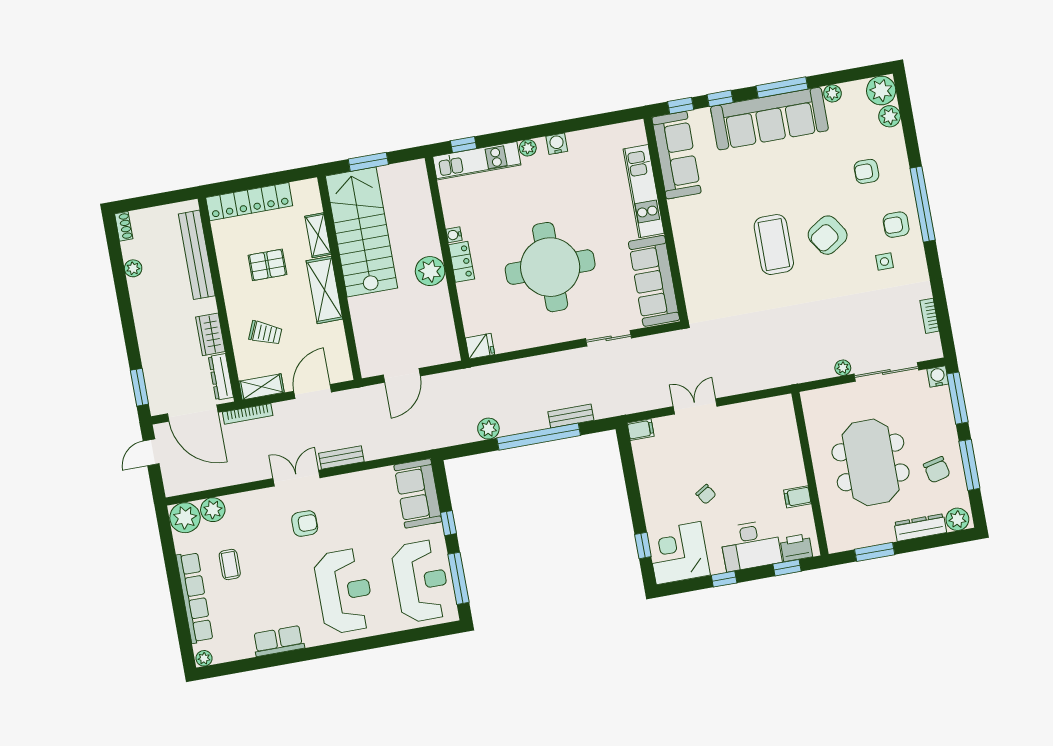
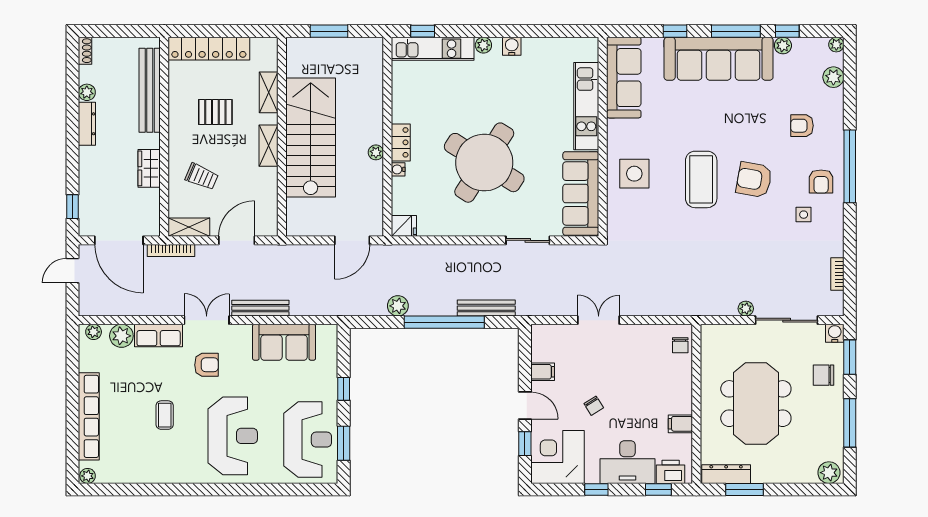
plant: (881, 91) -> (836, 45), width x0.53, depth x0.53
window: (681, 106) -> (787, 31), moved
armchair: (896, 225) -> (821, 181), turned -90
stairs: (361, 232) -> (311, 138), moved
water cooler: (454, 235) -> (398, 169), moved
armchair: (828, 235) -> (754, 180), turned 43
side table: (705, 251) -> (634, 174), added
round table: (550, 267) -> (484, 163), turned 32
plant: (430, 271) -> (376, 152), width x0.53, depth x0.53
shelving: (324, 290) -> (268, 146), width x0.67, depth x0.75
door: (402, 375) -> (352, 240), moved
dresser: (221, 377) -> (87, 124), moved, turned 180
window: (139, 387) -> (73, 207), width x0.67
window: (957, 398) -> (850, 357), width x0.69
bench: (571, 416) -> (486, 308), width x1.36
chair: (783, 417) -> (680, 345), added
filing cabinet: (641, 430) -> (543, 372), moved
bench: (341, 457) -> (260, 308), width x1.36
chair: (937, 470) -> (824, 375), moved, turned 103
sofa: (418, 493) -> (284, 342), moved, turned -90
door: (636, 507) -> (525, 406), added
plant: (185, 518) -> (94, 332), width x0.53, depth x0.53
dresser: (920, 528) -> (726, 474), moved
coffee table: (230, 564) -> (165, 415), moved
window: (458, 578) -> (344, 443), width x0.69
row of seats: (278, 641) -> (159, 336), moved, turned 180

